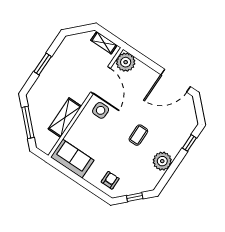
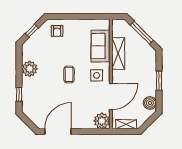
boiler: (66, 48) -> (150, 103), added
door: (101, 80) -> (111, 96), swing flipped
coffee table: (138, 135) -> (69, 75), moved
sofa: (72, 159) -> (101, 46), moved, turned 90

